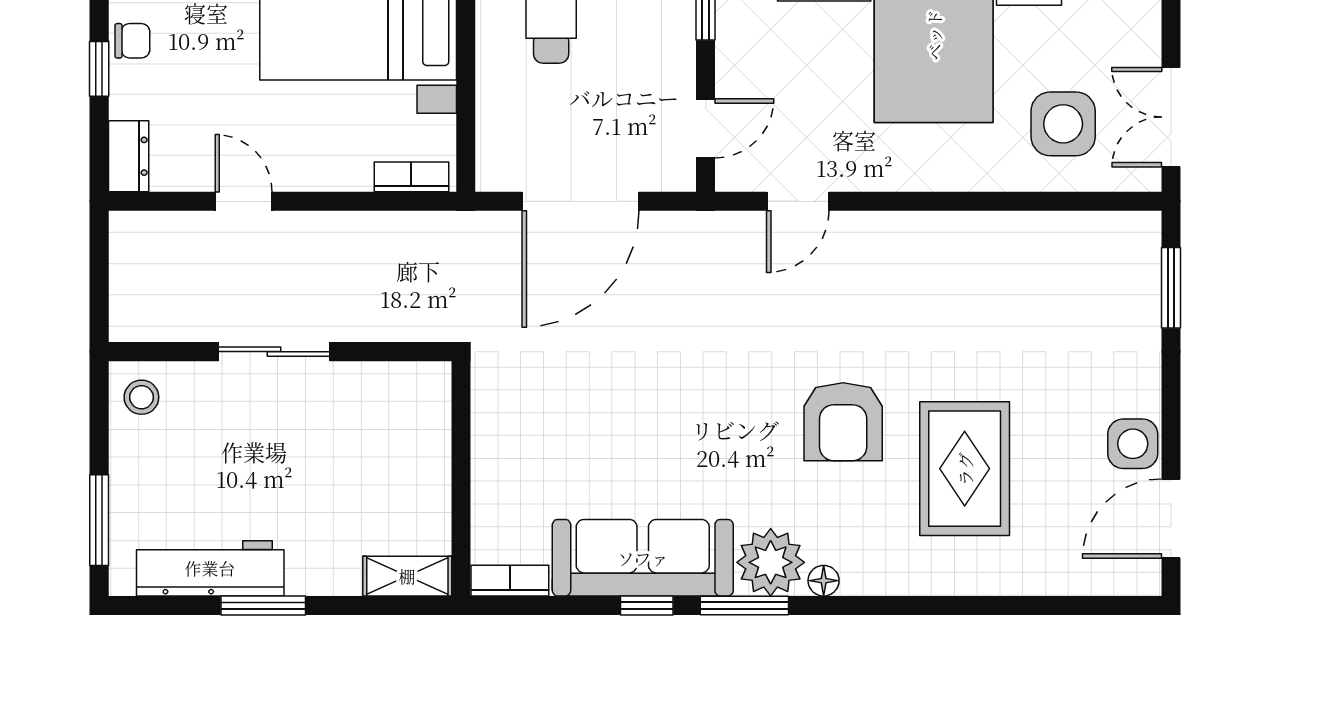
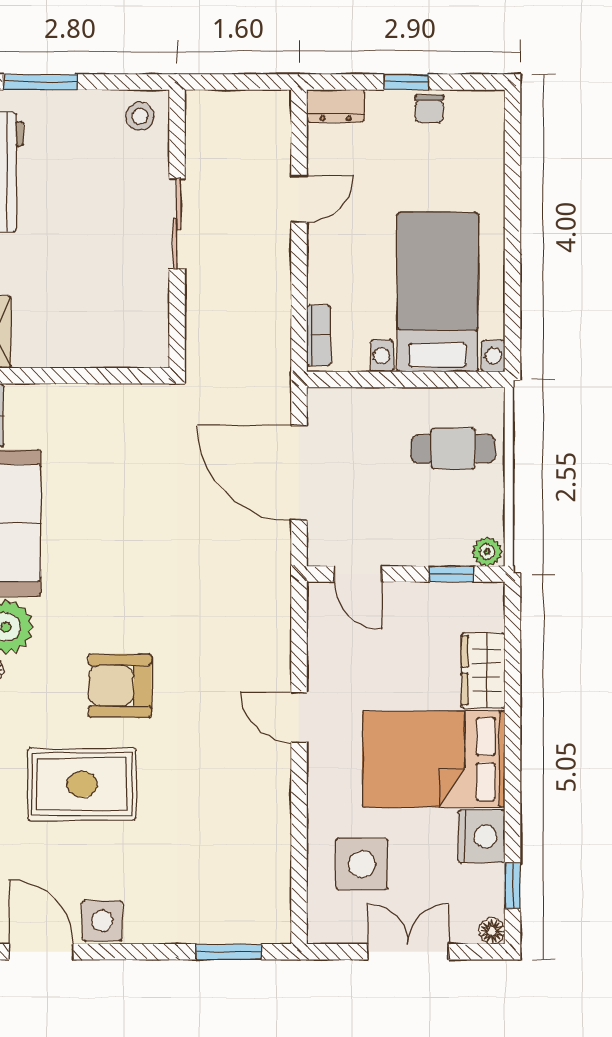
double door: (1171, 117) -> (408, 952), moved
door: (798, 201) -> (299, 717), moved

